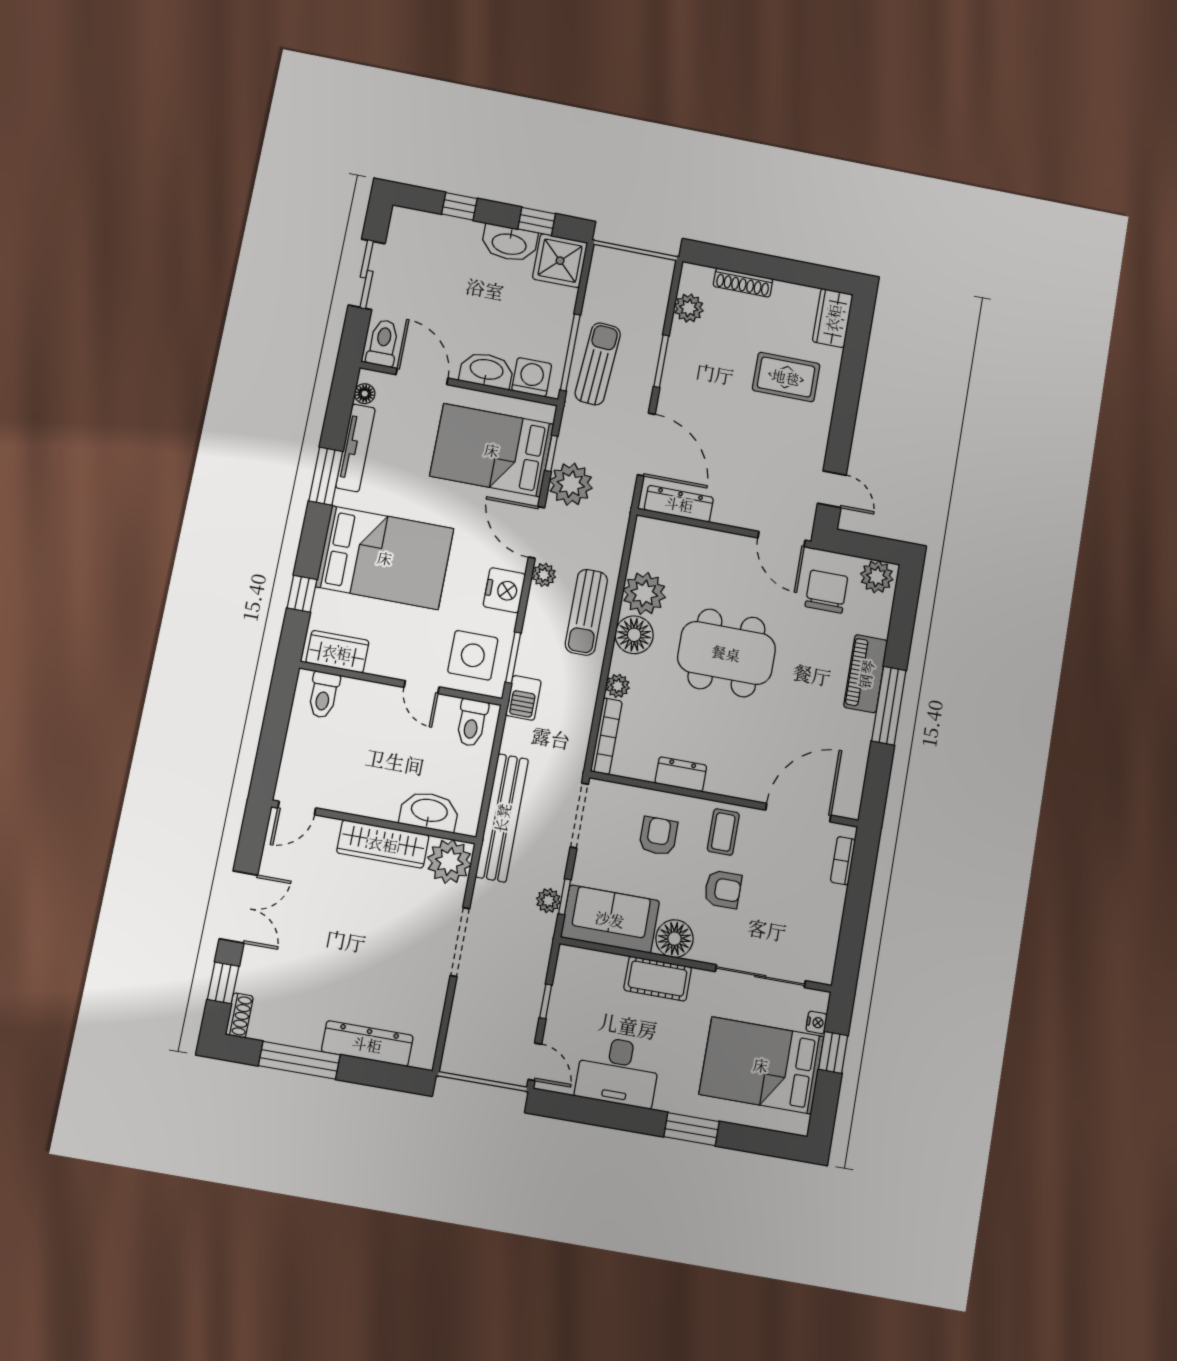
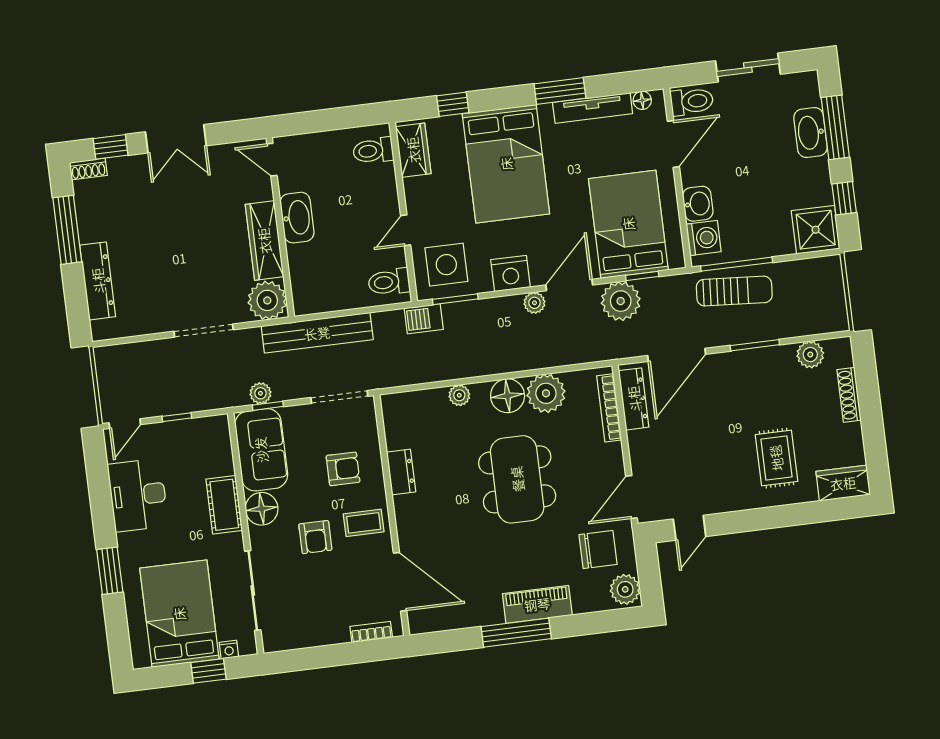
window: (459, 206) -> (835, 127), width x2.17
washbasin: (509, 243) -> (811, 133), moved
washbasin: (486, 370) -> (698, 204), width x0.72
sun lounger: (586, 612) -> (514, 349), removed
bookcase: (606, 736) -> (609, 408), moved, turned 90
washbasin: (429, 811) -> (297, 218), moved

